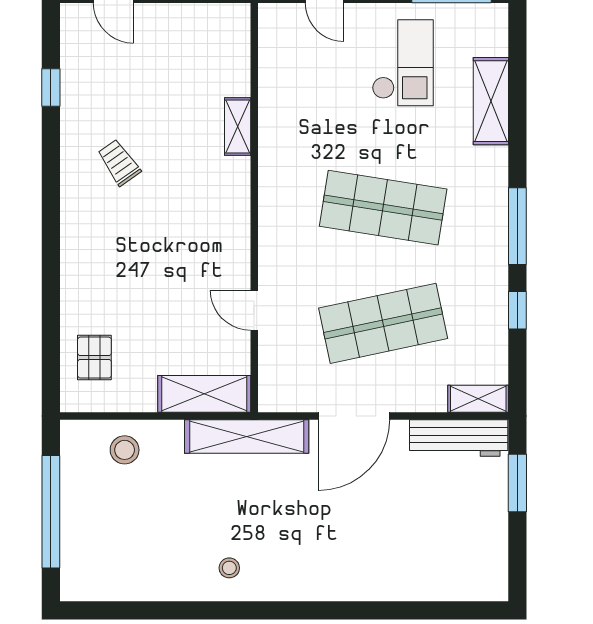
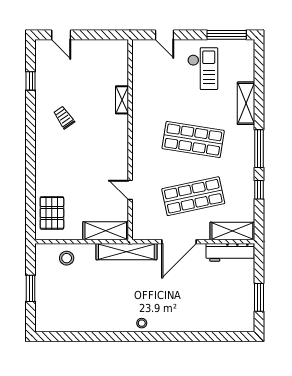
shelving: (491, 101) -> (246, 103), moved
pallet: (94, 358) -> (52, 213), width x1.50, depth x1.42
shelving: (478, 399) -> (232, 231), width x1.50, depth x1.33
window: (517, 483) -> (259, 297), moved
window: (51, 512) -> (31, 288), width x0.47
stool: (229, 568) -> (142, 323), moved

